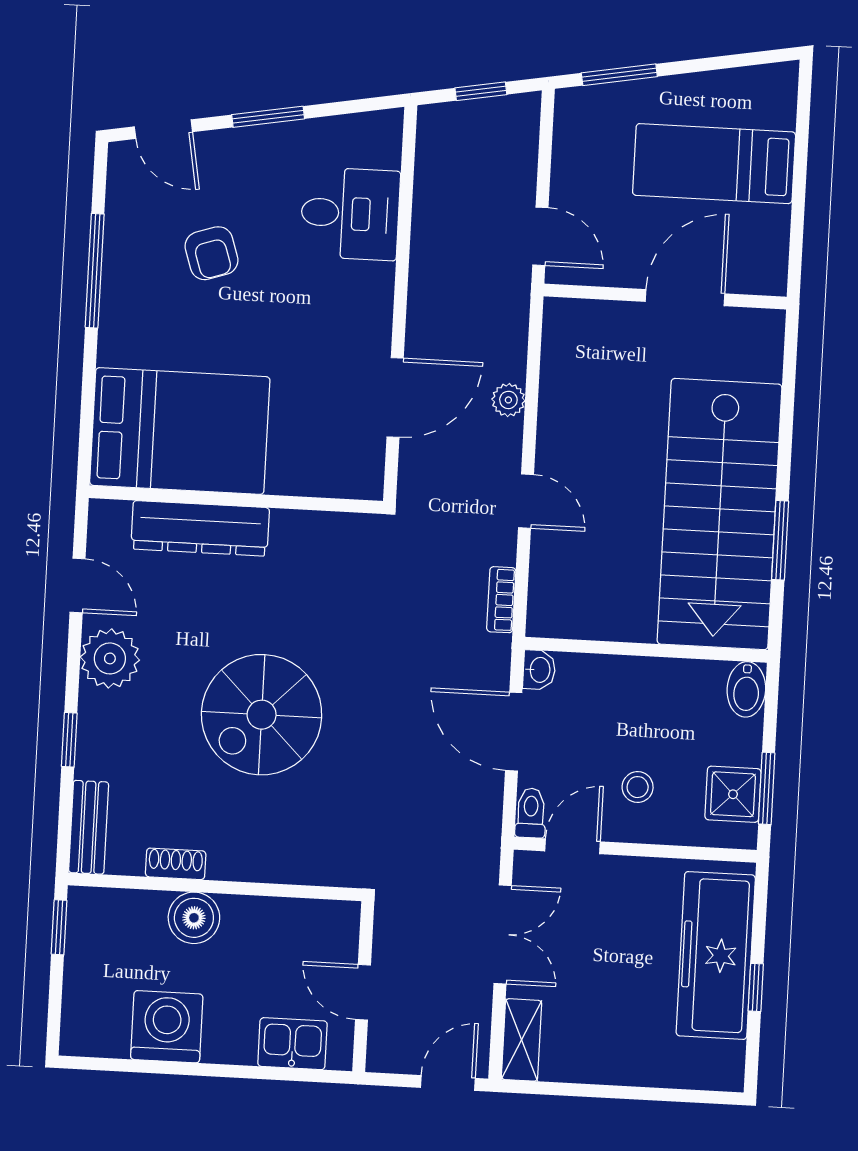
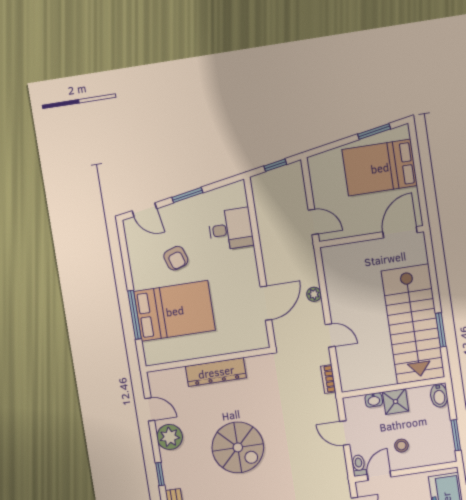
window: (619, 75) -> (374, 132), moved
bed: (714, 164) -> (380, 168), width x1.50
window: (95, 271) -> (135, 315), moved
door: (685, 298) -> (400, 232), moved
bed: (180, 431) -> (175, 311), moved
dresser: (200, 528) -> (216, 372), moved
washbasin: (539, 670) -> (374, 400), moved, turned 90
spiral stairs: (262, 715) -> (238, 447), turned -90
door: (514, 732) -> (345, 433), width x0.73
shower: (733, 794) -> (396, 402), moved

